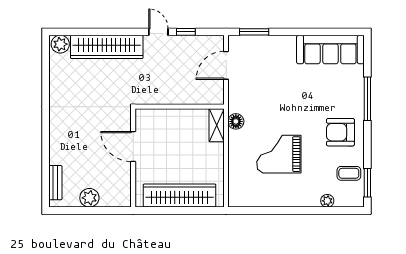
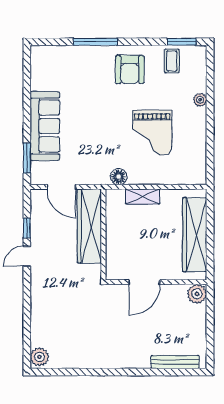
wardrobe: (107, 47) -> (89, 226), moved, turned 180
sofa: (330, 50) -> (45, 126), moved
shelving: (217, 125) -> (143, 197), moved
bench: (55, 183) -> (175, 362), width x1.36
plant: (89, 198) -> (197, 294), moved
plant: (327, 201) -> (200, 100), moved

